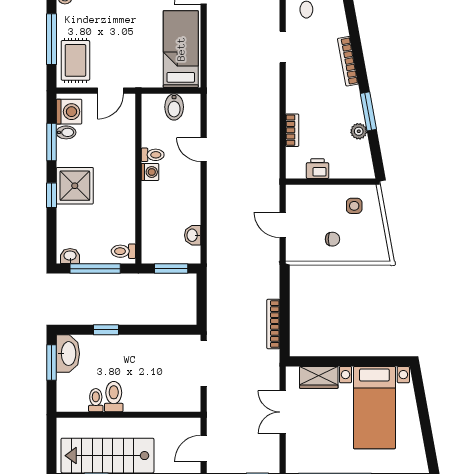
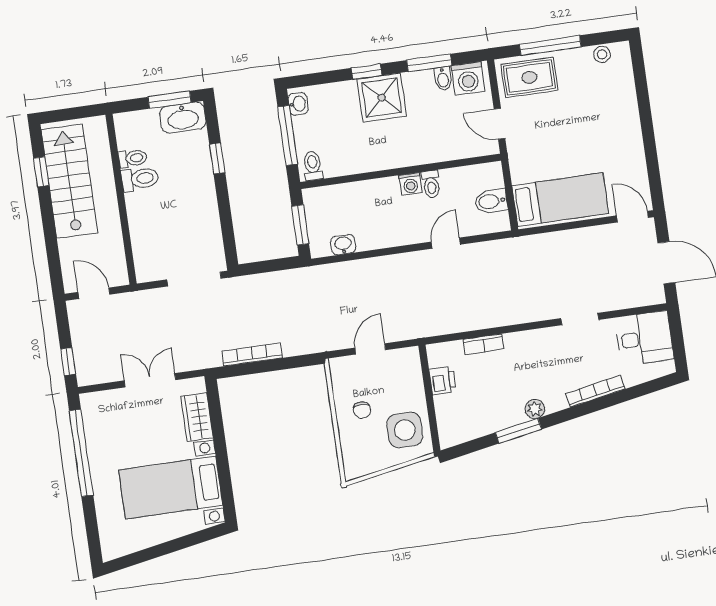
bookcase: (348, 61) -> (595, 391), moved
plant: (359, 131) -> (535, 409), moved
side table: (354, 206) -> (405, 430), width x1.87, depth x1.87

